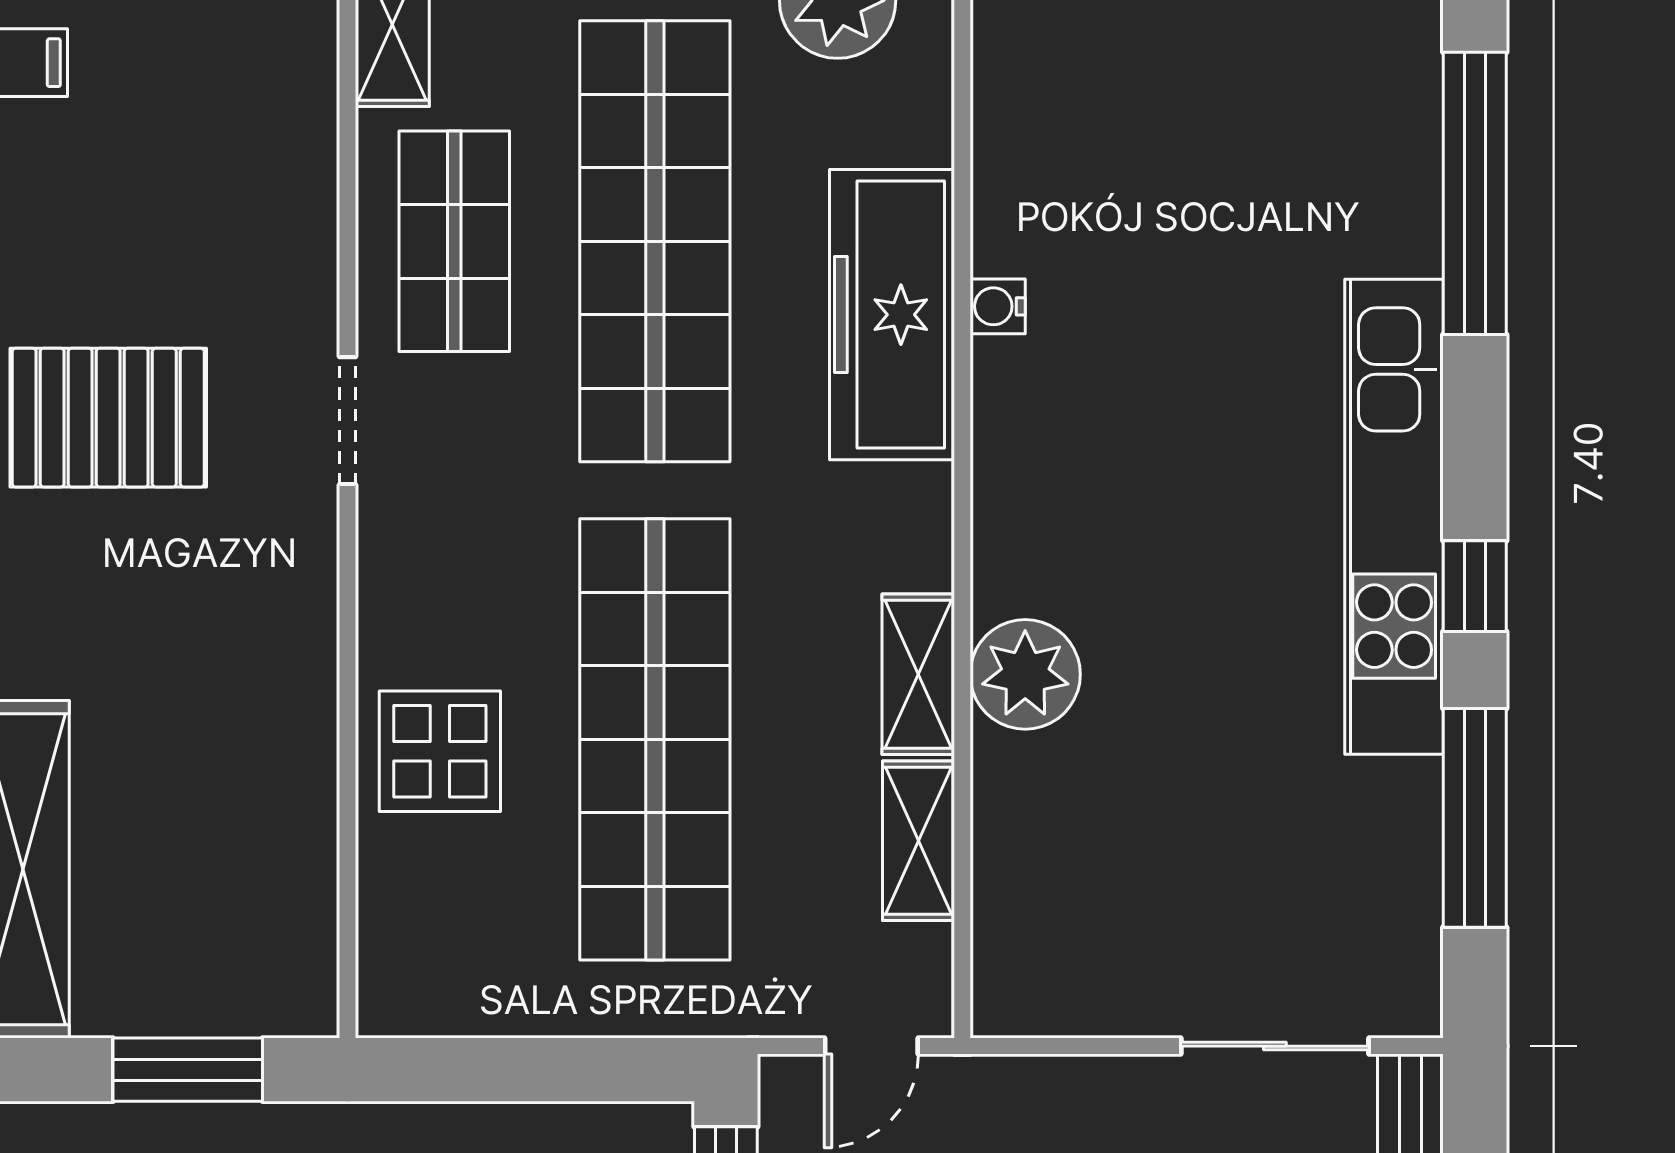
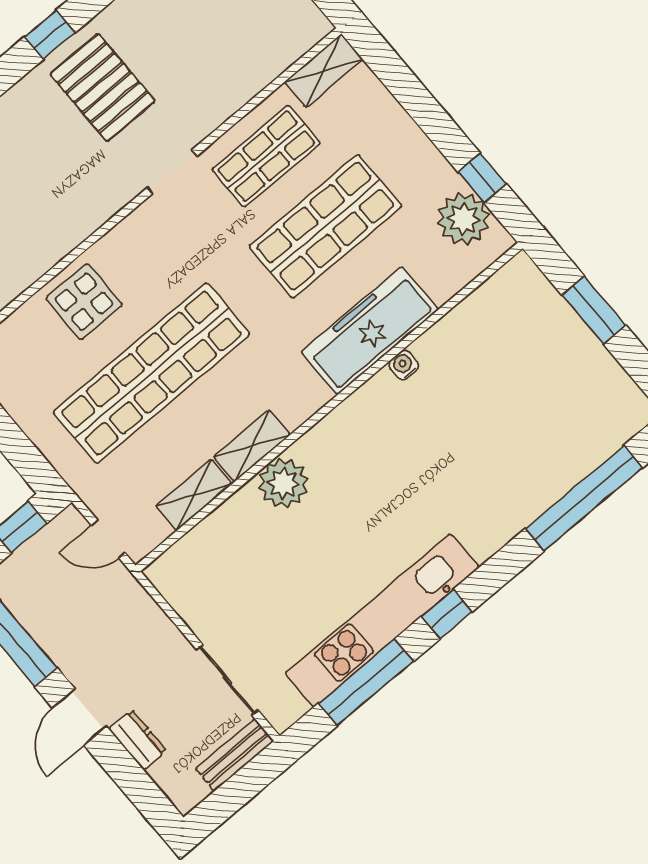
shop shelf: (655, 241) -> (325, 226), width x0.71
kitchen unit: (1394, 517) -> (382, 620), moved

